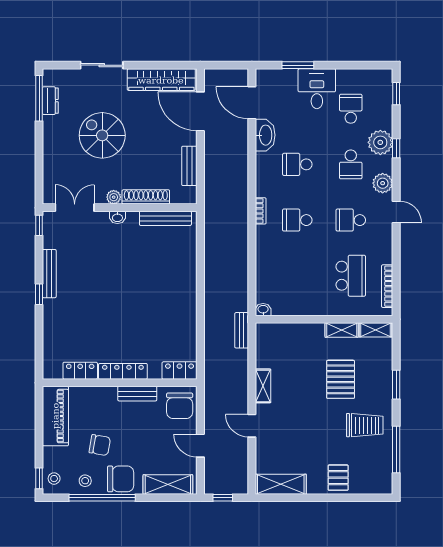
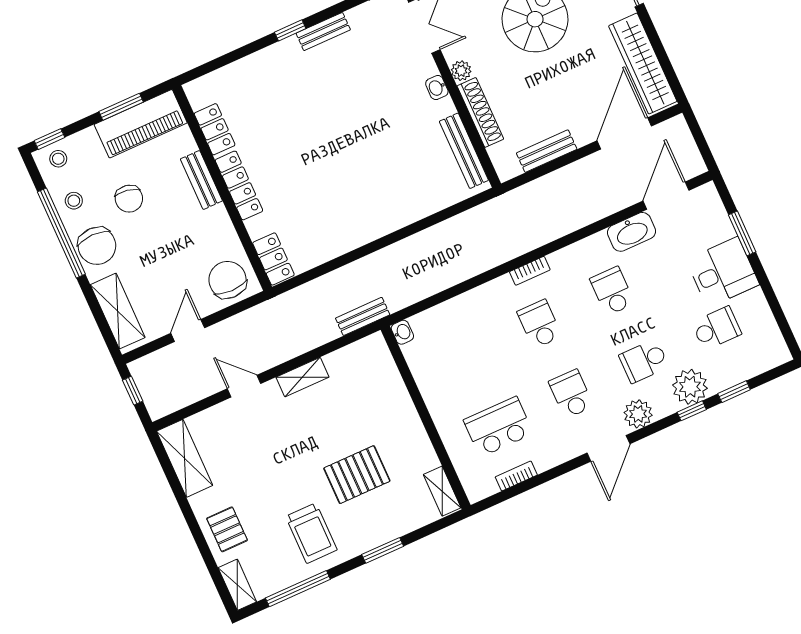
window: (396, 94) -> (734, 392), moved
door: (396, 212) -> (608, 448), width x1.38
bench: (49, 274) -> (323, 32), width x0.73
school desk: (351, 276) -> (498, 427), turned 180
bookcase: (387, 286) -> (516, 476), width x0.64
shelving: (342, 330) -> (237, 585), moved
bench: (137, 394) -> (201, 180), moved
chair: (180, 406) -> (228, 280), turned 91
window: (39, 424) -> (121, 107), added
door: (252, 426) -> (244, 386), hinge flipped
pallet: (338, 478) -> (227, 529), turned 90

